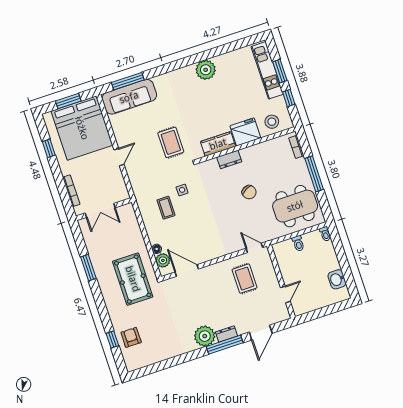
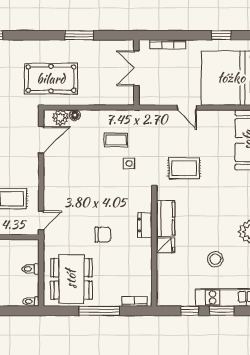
stool: (272, 122) -> (215, 259), moved
fridge: (245, 132) -> (166, 245), width x0.53, depth x0.75
chair: (249, 192) -> (103, 235), turned -153

